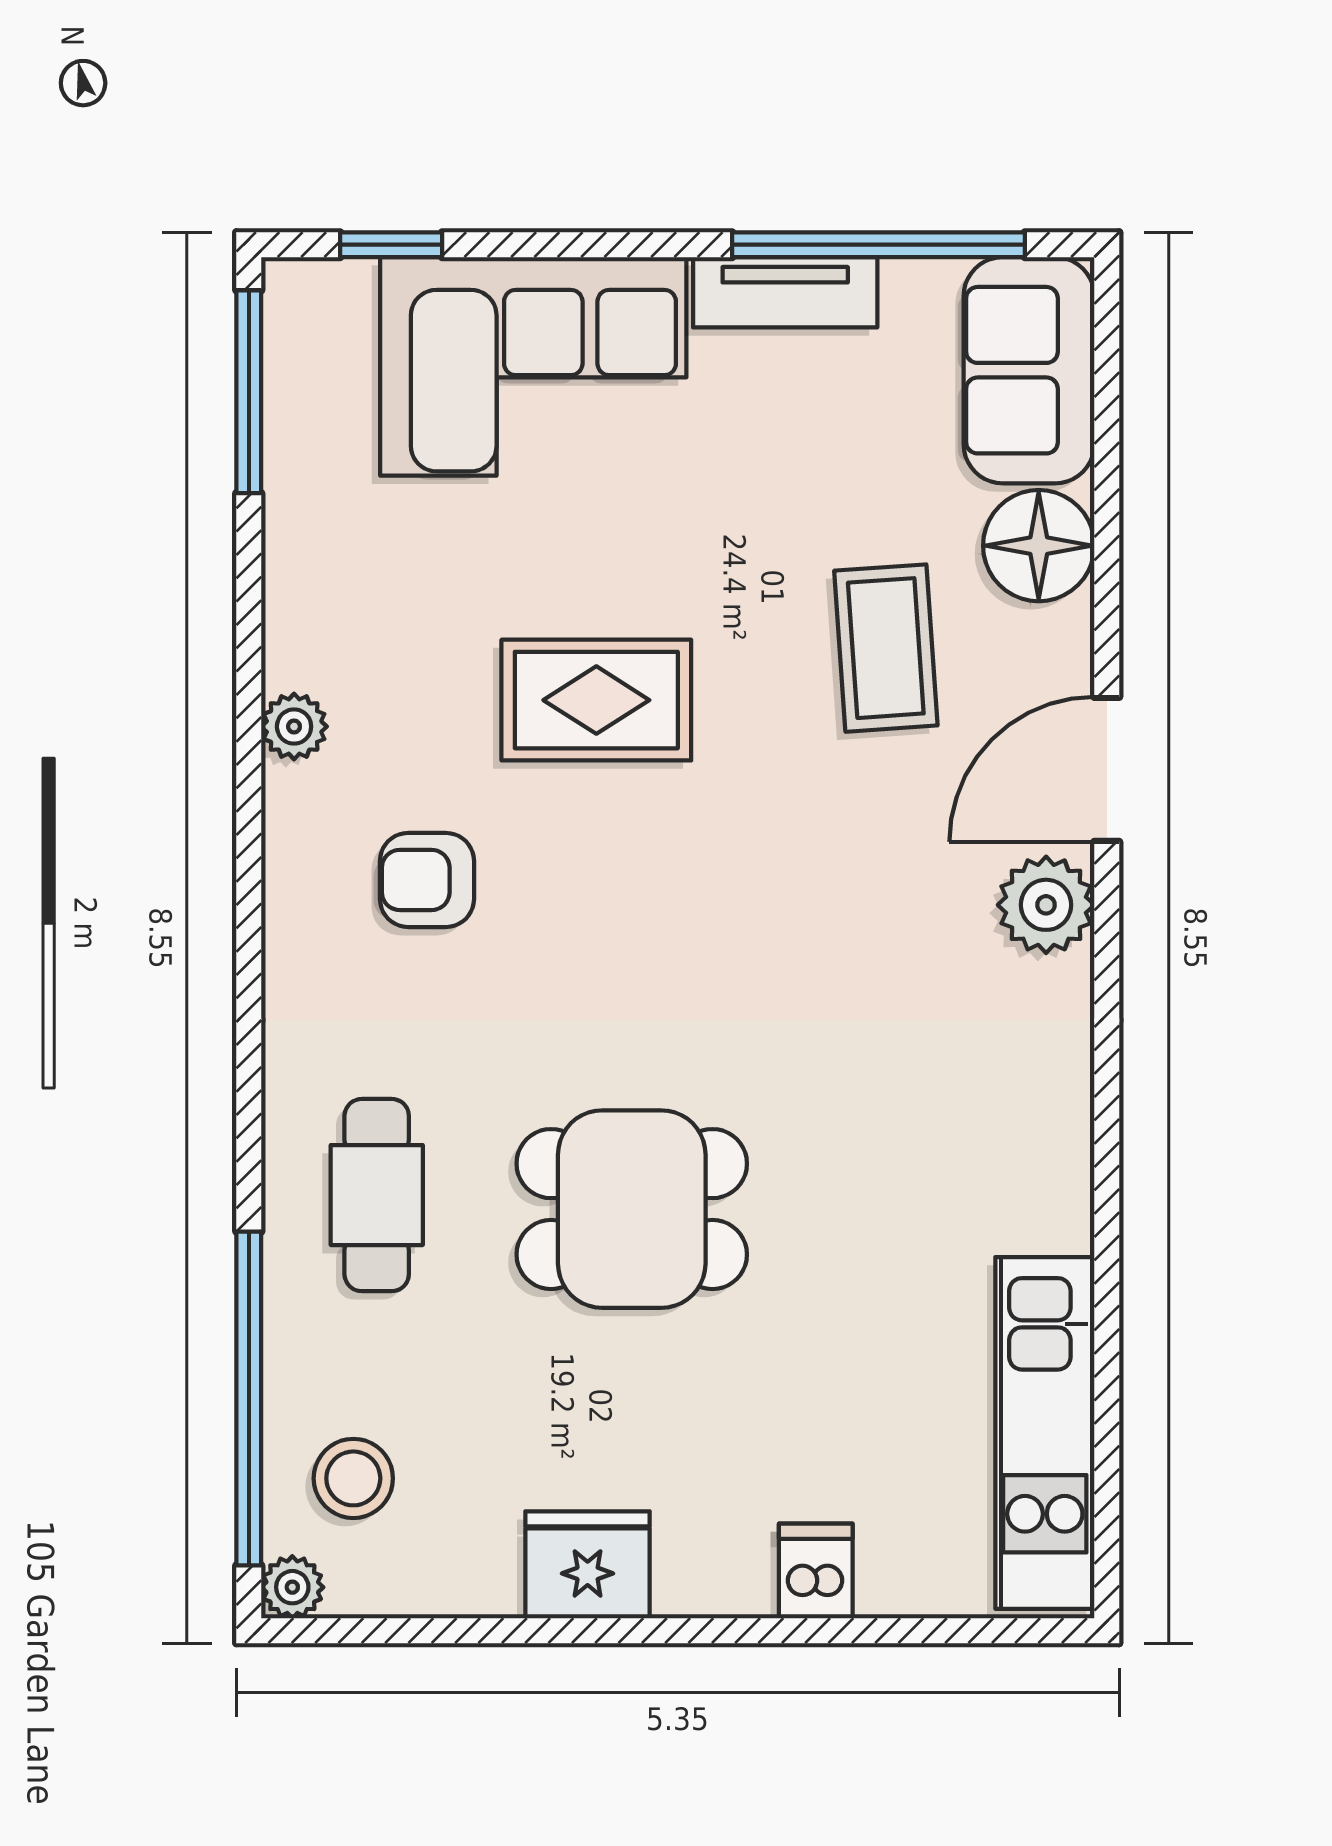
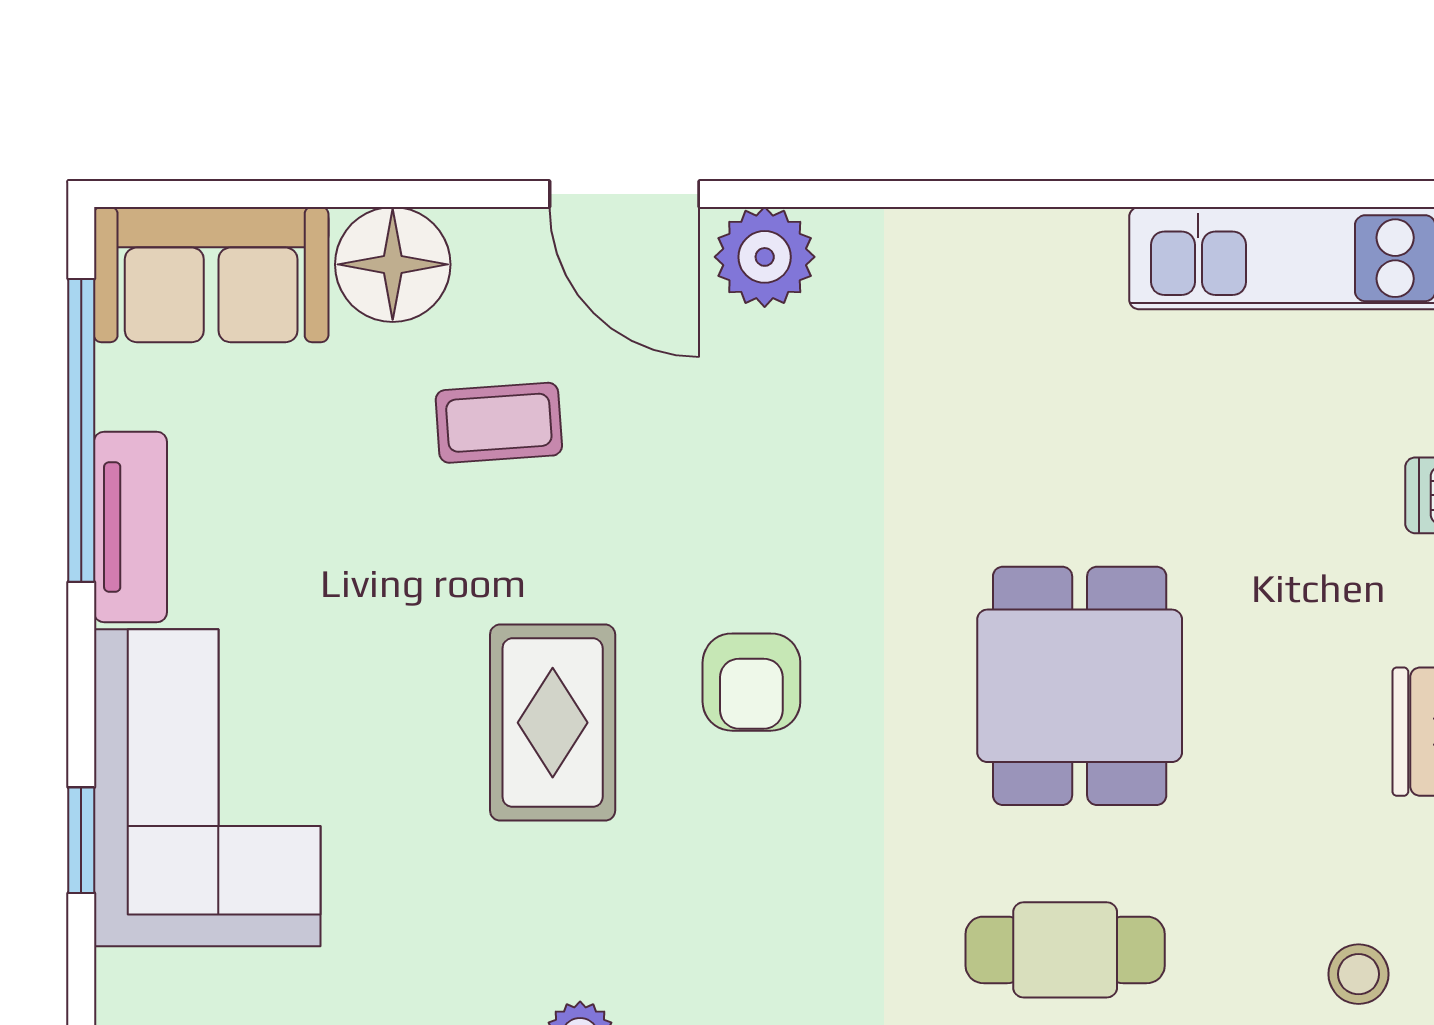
window: (391, 245) -> (81, 840), moved
coffee table: (886, 648) -> (499, 423), width x0.73, depth x0.77
armchair: (427, 880) -> (751, 682), moved
stool: (353, 1478) -> (1359, 974), width x0.73, depth x0.73

